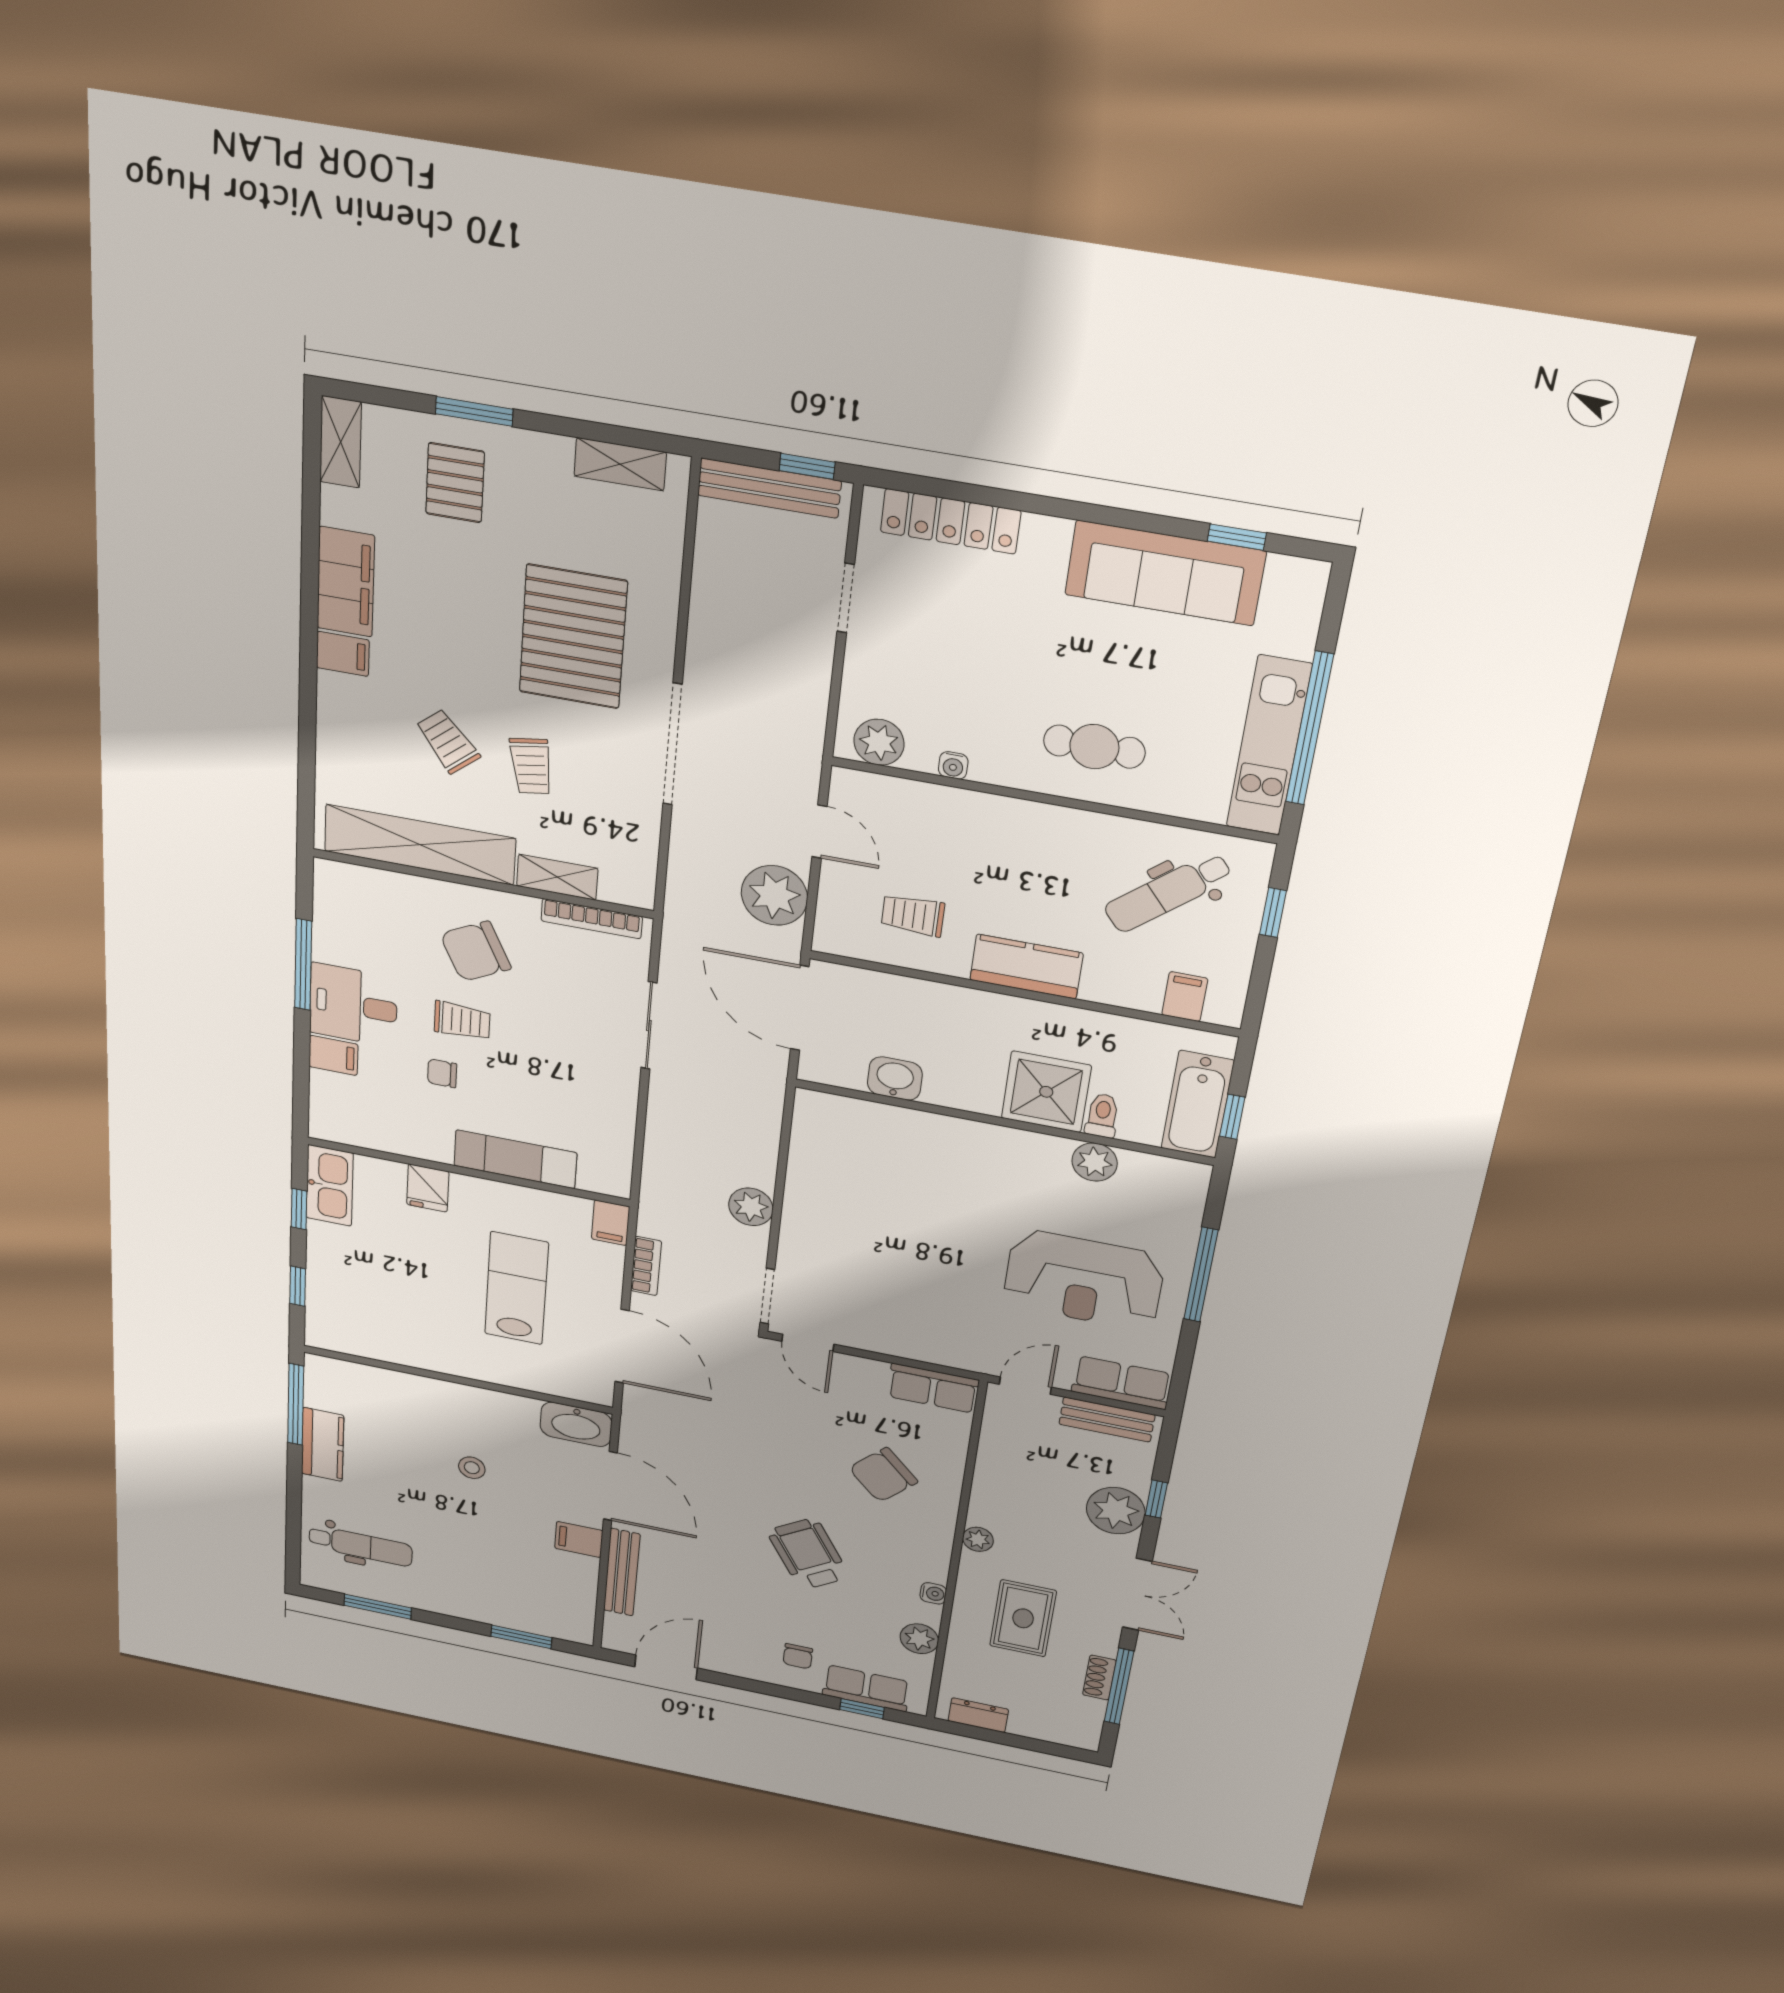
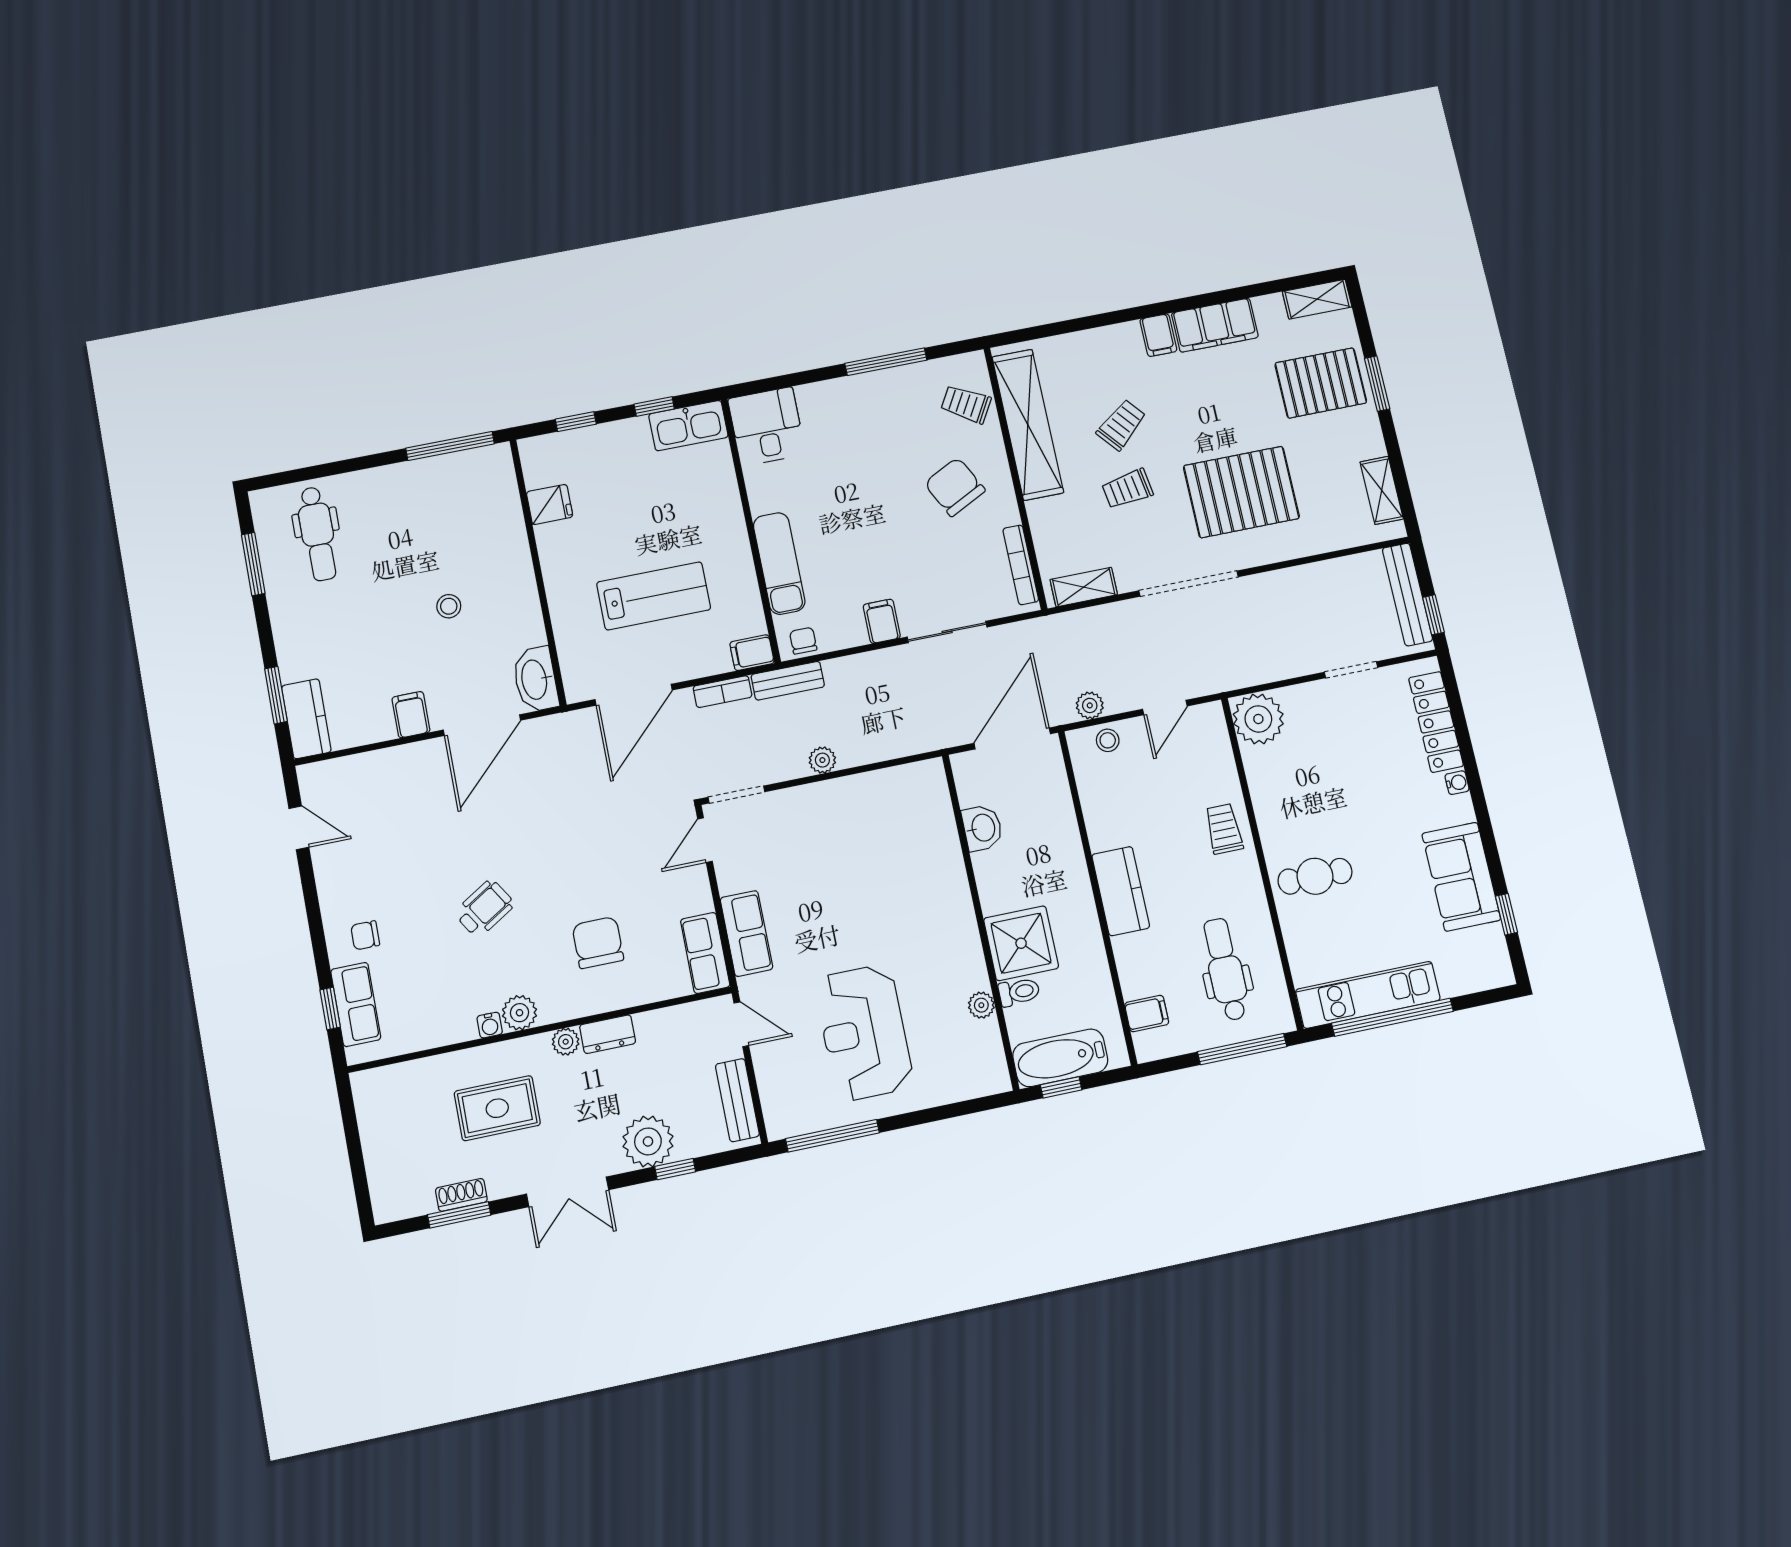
pallet: (455, 483) -> (1321, 383), width x1.50, depth x1.42
sofa: (1165, 573) -> (1461, 877), width x0.73
plant: (879, 742) -> (1258, 719), width x1.36, depth x1.36
cafe table: (1094, 747) -> (1315, 876), turned 90
water cooler: (953, 765) -> (1457, 783), moved, turned 180
shelving: (557, 877) -> (1084, 587), moved, turned 90
dental chair: (1168, 892) -> (1225, 969), turned 40
plant: (774, 895) -> (1090, 705), width x0.53, depth x0.53
stool: (838, 909) -> (1108, 740), added
window: (1273, 913) -> (1242, 1049), width x2.17
trolley: (913, 915) -> (1224, 829), moved
desk: (353, 1005) -> (767, 426), moved
trolley: (462, 1021) -> (966, 404), moved, turned 120
filing cabinet: (333, 1055) -> (882, 621), moved, turned 180
chair: (442, 1073) -> (803, 641), moved
plant: (1095, 1162) -> (981, 1005), width x0.73, depth x0.73
fridge: (428, 1188) -> (550, 504), moved, turned 180
plant: (751, 1207) -> (822, 760), width x0.73, depth x0.73
window: (1201, 1275) -> (832, 1136), moved
row of seats: (1122, 1383) -> (746, 933), moved
kitchen counter: (323, 1444) -> (306, 719), moved, turned -90
chair: (883, 1475) -> (598, 943), turned 45
wheelchair: (808, 1554) -> (484, 909), width x0.73, depth x0.73
bench: (622, 1572) -> (788, 681), moved, width x0.73
plant: (919, 1639) -> (520, 1013), moved
door: (666, 1667) -> (299, 828), width x0.73
window: (1119, 1686) -> (459, 1215), width x0.69
dresser: (978, 1715) -> (608, 1034), moved, turned 90

